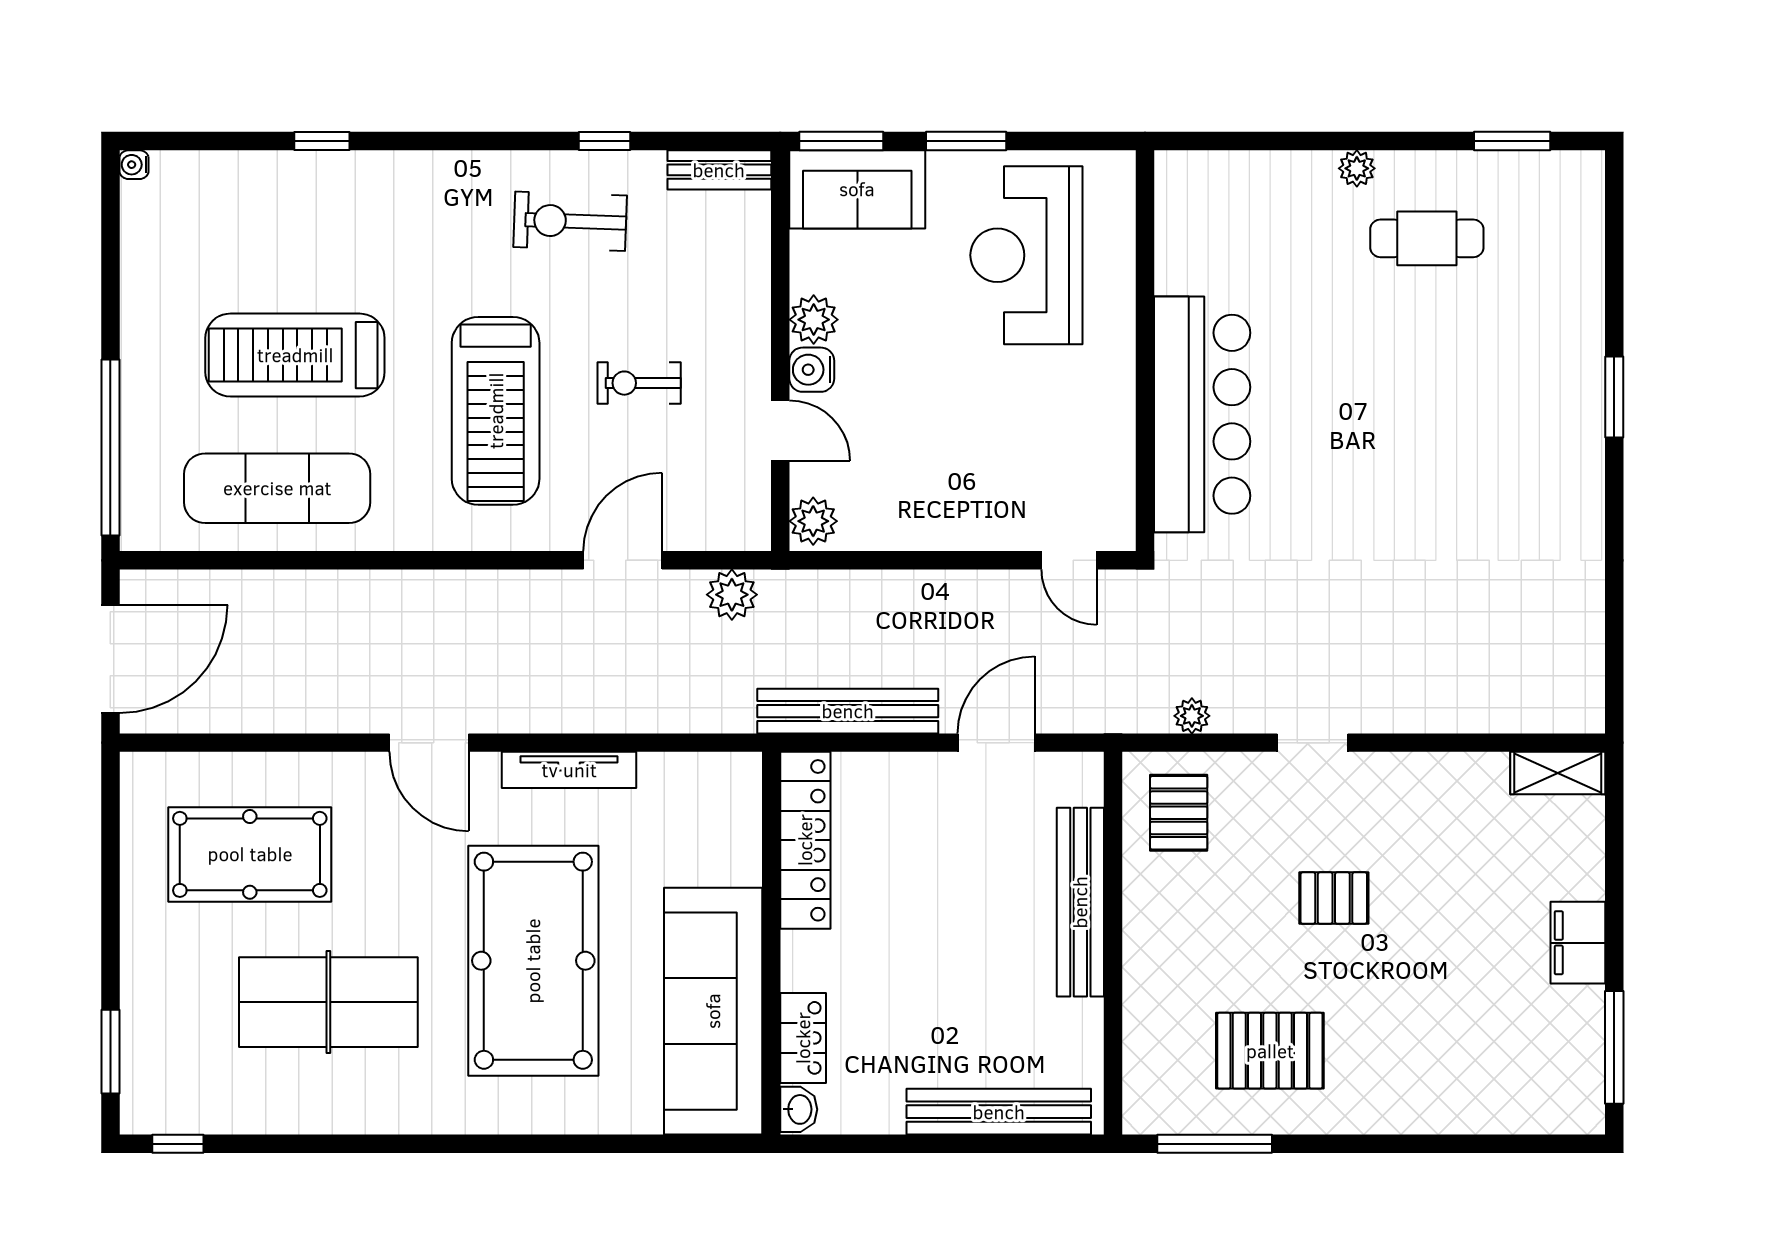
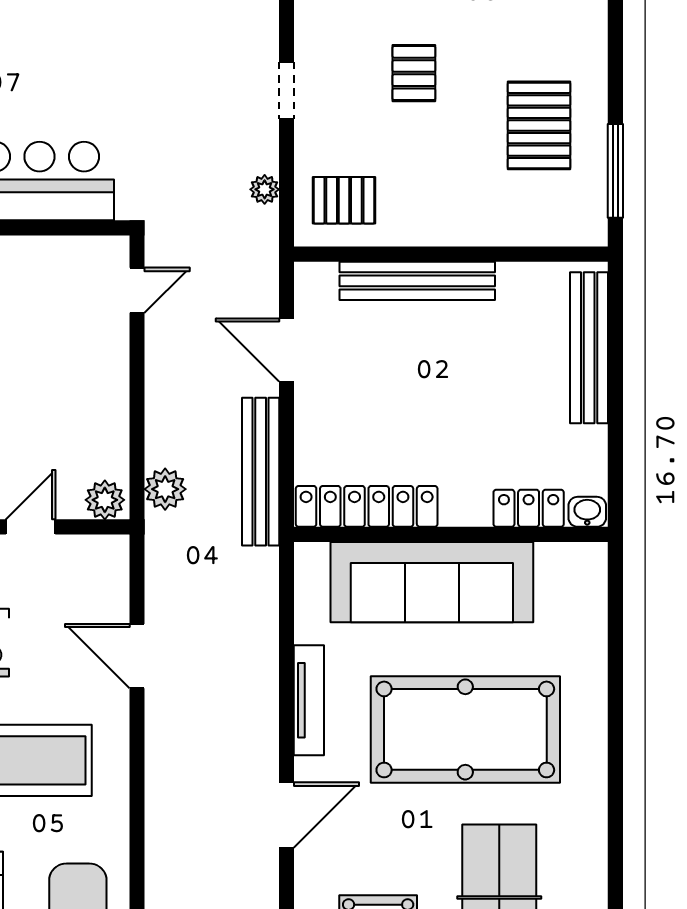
plant: (732, 595) -> (165, 489), moved
sofa: (713, 1011) -> (432, 582), moved

